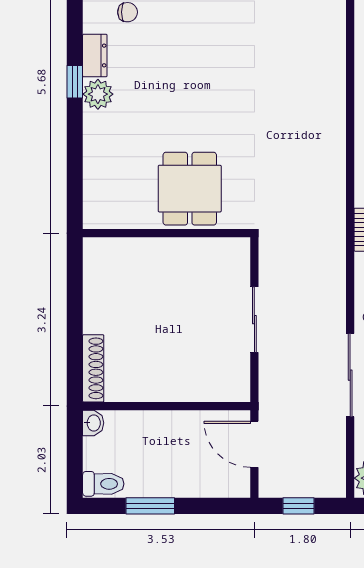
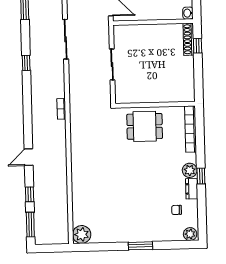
bookcase: (94, 181) -> (191, 129), added
dining table: (190, 189) -> (145, 126), turned 90
window: (75, 354) -> (198, 46), added

